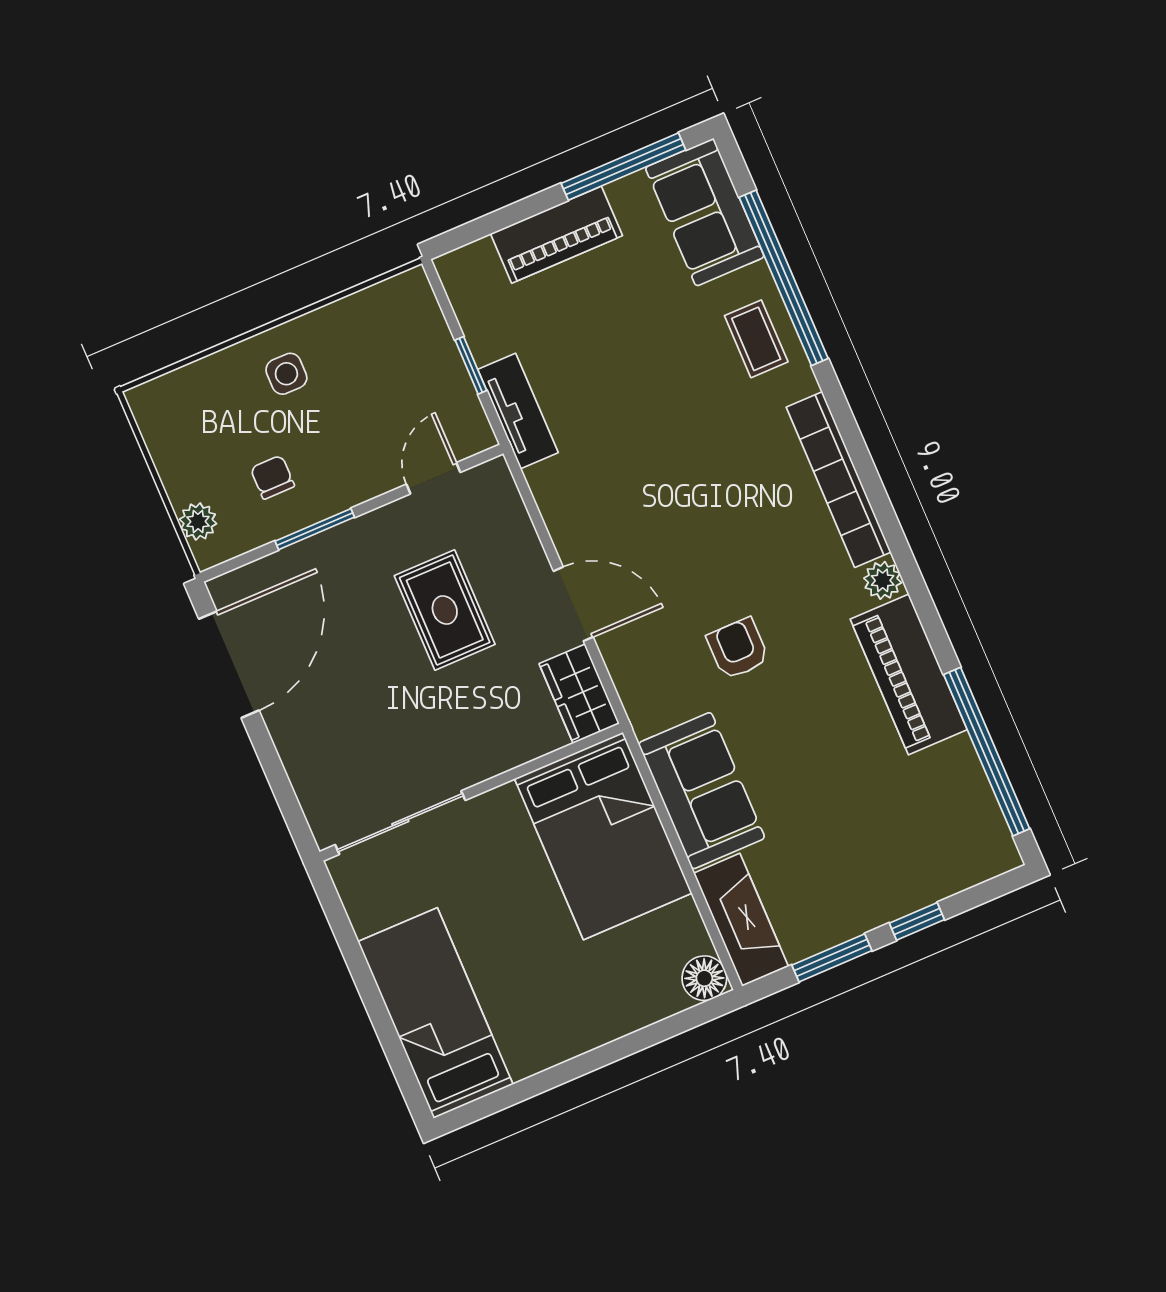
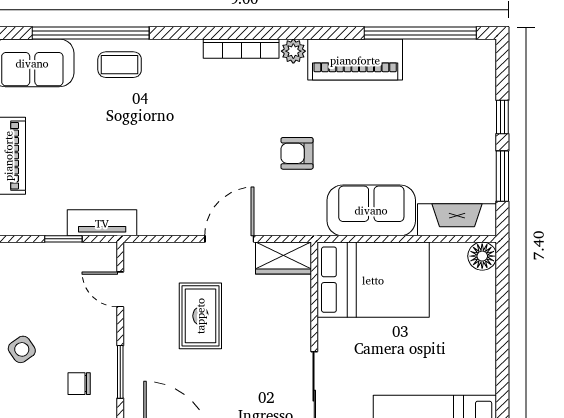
side table: (286, 374) -> (22, 349), turned -35
bookcase: (839, 480) -> (241, 49), width x0.68, depth x0.76
rug: (445, 610) -> (200, 316), turned 90

